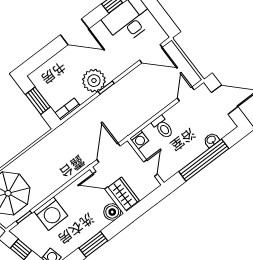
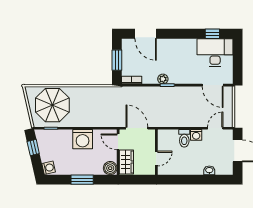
door: (75, 32) -> (146, 34), moved
plant: (94, 81) -> (163, 79), width x0.53, depth x0.53
washing machine: (139, 140) -> (196, 135), moved
door: (109, 153) -> (137, 128), hinge flipped
window: (204, 160) -> (195, 180), removed
washing machine: (51, 214) -> (83, 139), moved

